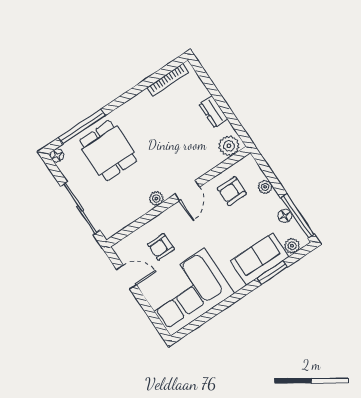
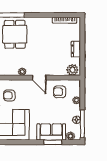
door: (187, 191) -> (39, 78), hinge flipped

